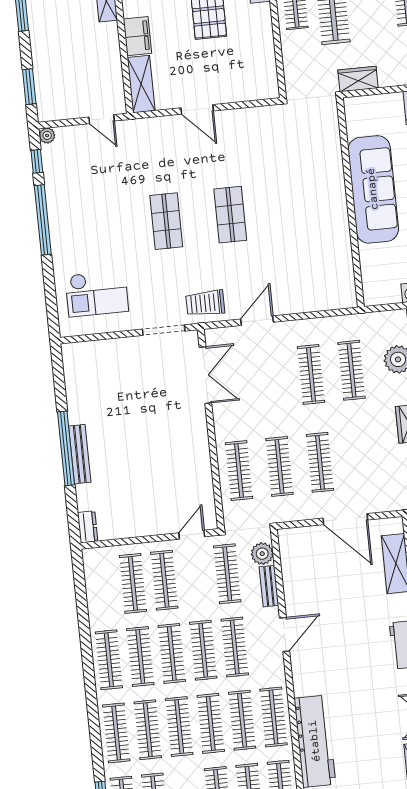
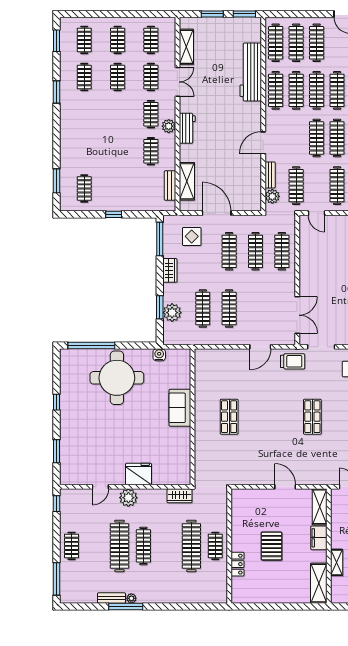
sofa: (373, 189) -> (180, 408), width x0.54, depth x0.79
shop shelf: (230, 215) -> (229, 417), moved
double door: (205, 375) -> (297, 315), swing flipped
display table: (380, 479) -> (192, 236), added
door: (192, 535) -> (316, 213), hinge flipped
clothes rail: (235, 647) -> (296, 138), removed

